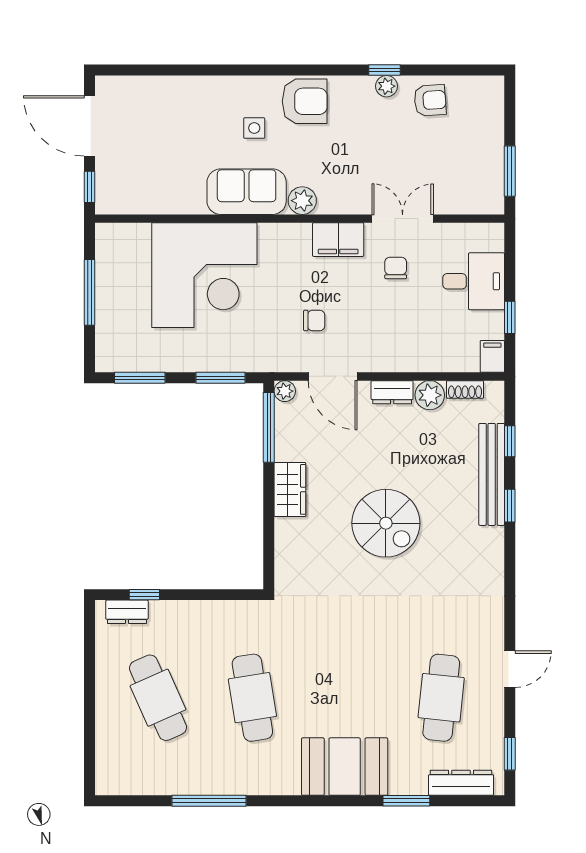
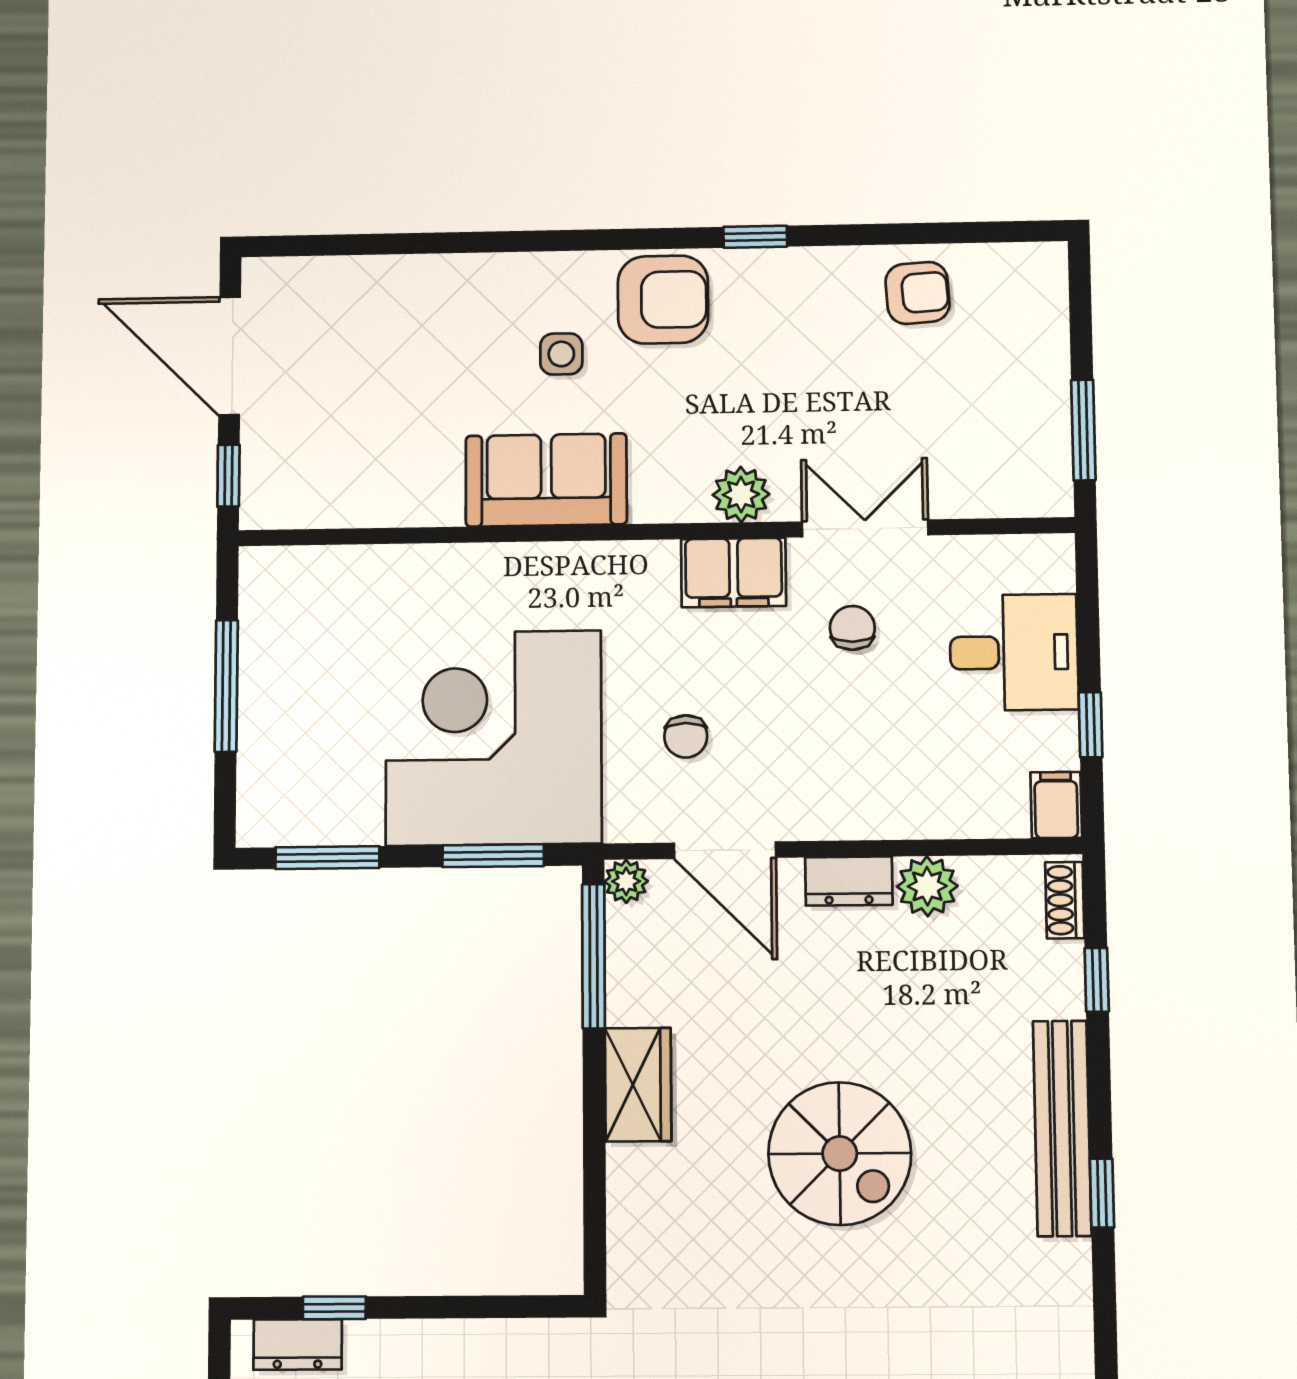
window: (385, 70) -> (755, 237), moved
plant: (387, 86) -> (829, 267), removed
plant: (302, 201) -> (741, 495), moved
corner desk: (204, 275) -> (494, 738), moved, turned 180
chair: (314, 320) -> (686, 736), turned 90
shoe rack: (465, 389) -> (1065, 900), moved, turned 90
bench: (492, 474) -> (1062, 1128), moved
window: (510, 506) -> (1102, 1193), moved

